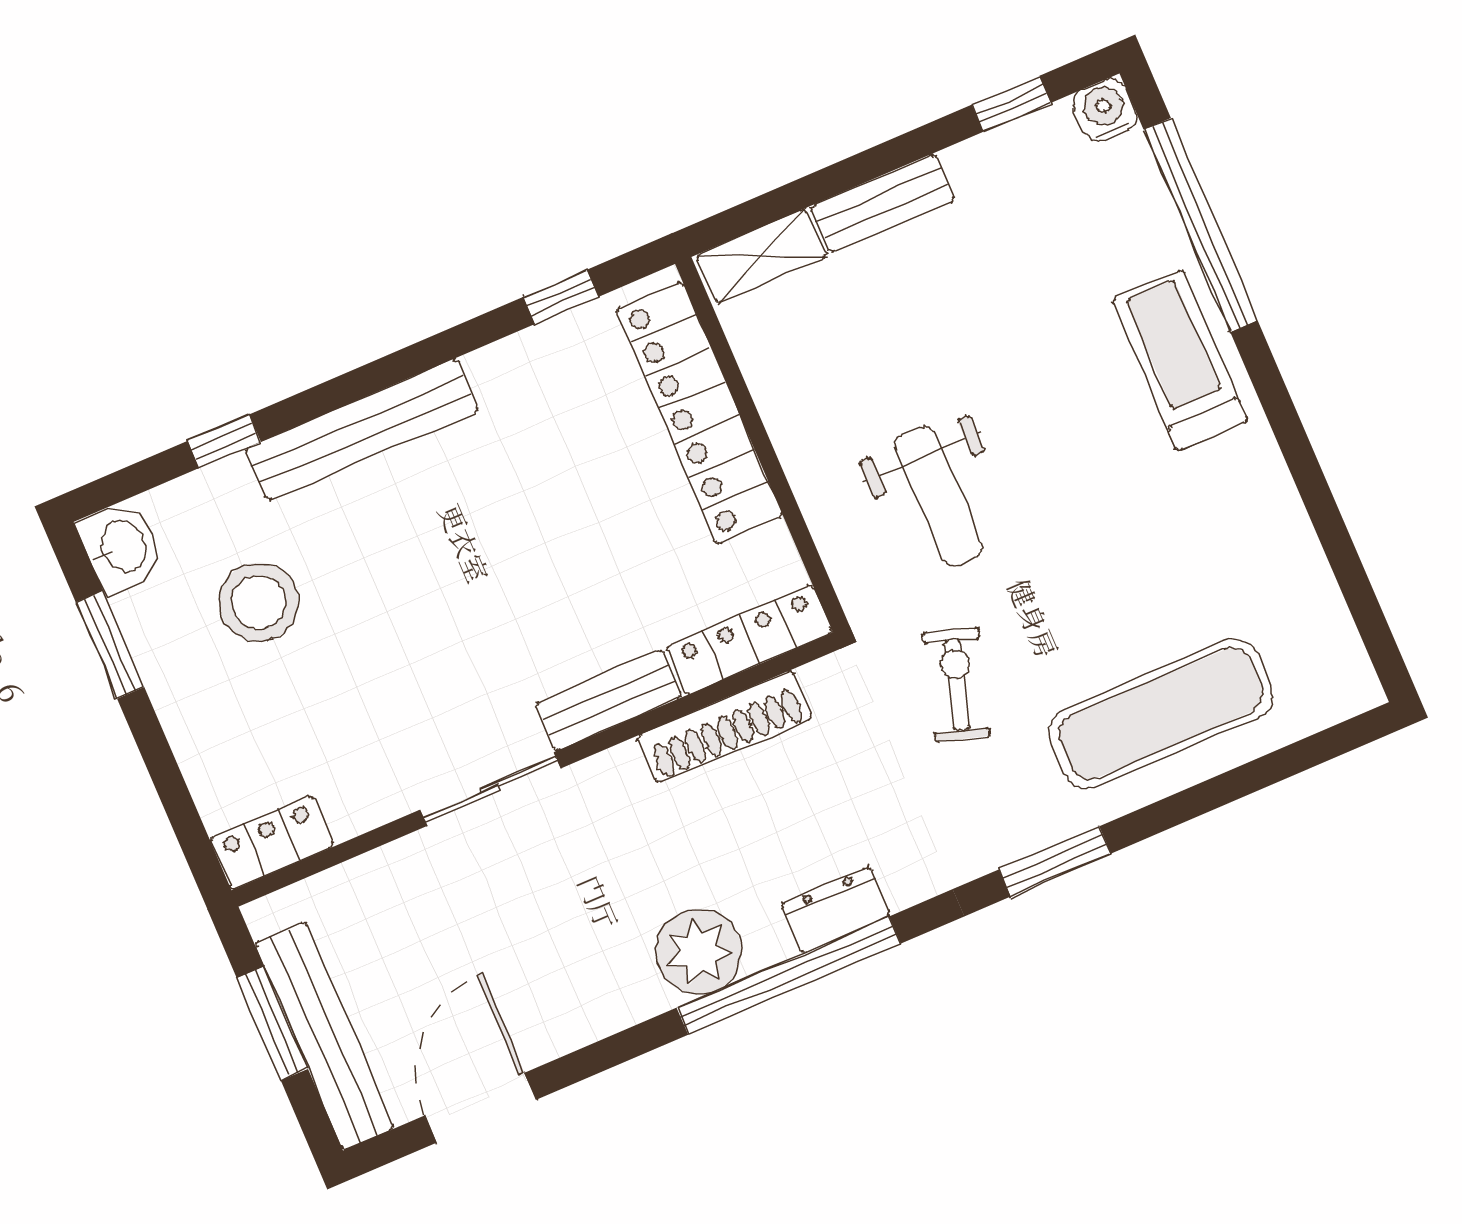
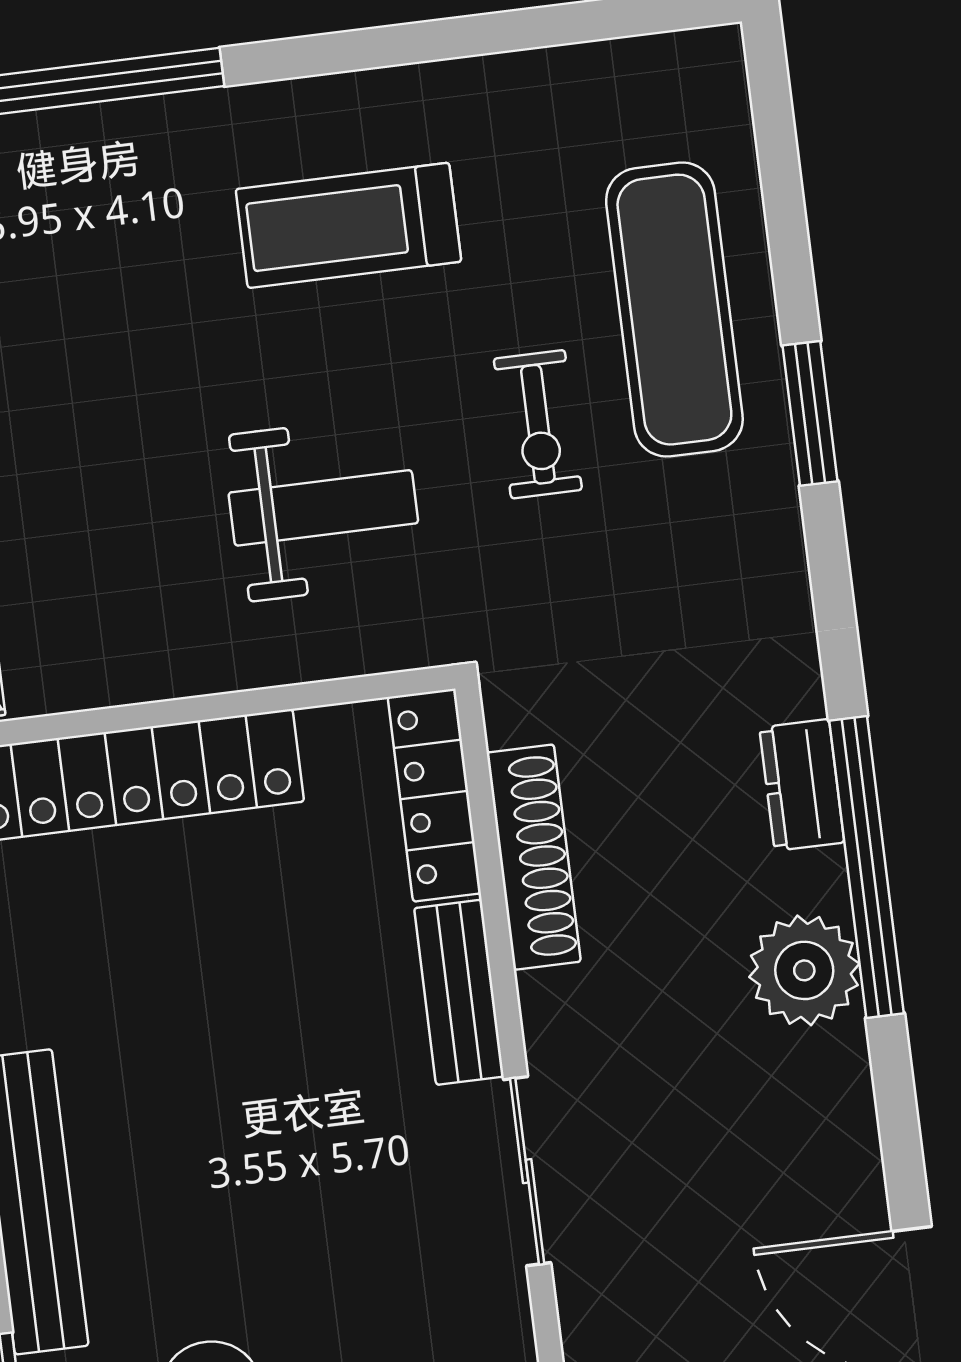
treadmill: (1180, 360) -> (348, 225), moved
exercise bike: (957, 685) -> (538, 424), moved, turned -107
window: (1055, 861) -> (810, 413), moved

